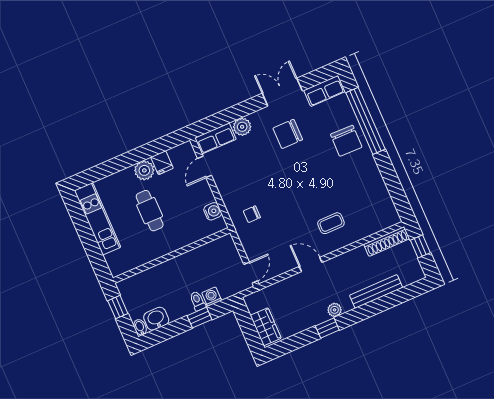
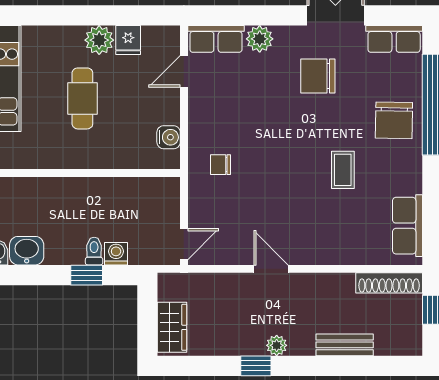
row of seats: (383, 202) -> (407, 226), added
coffee table: (331, 223) -> (343, 170), moved, turned 90
bench: (376, 291) -> (345, 345), width x0.73

